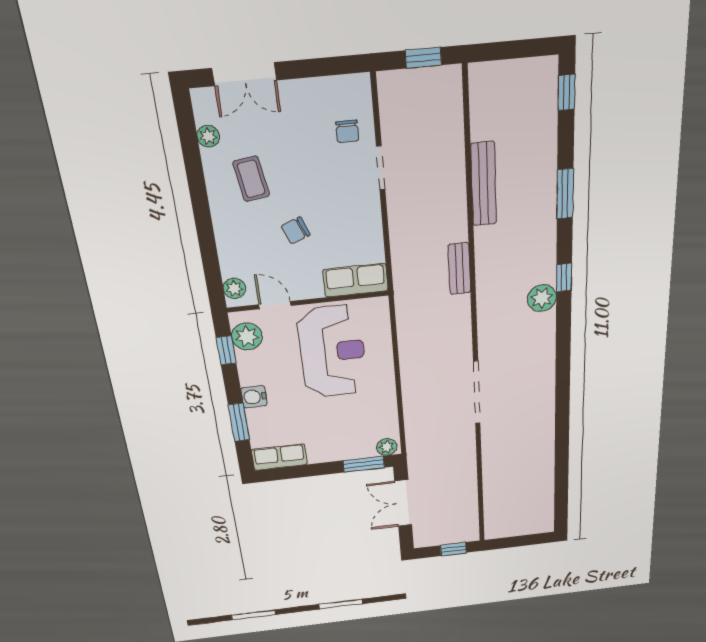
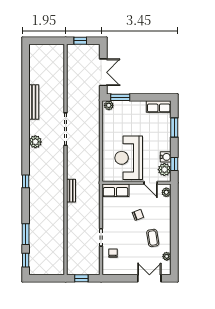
bench: (484, 184) -> (34, 102), moved
window: (565, 194) -> (26, 234), moved
plant: (542, 298) -> (35, 142), moved
water cooler: (254, 397) -> (166, 157), moved

